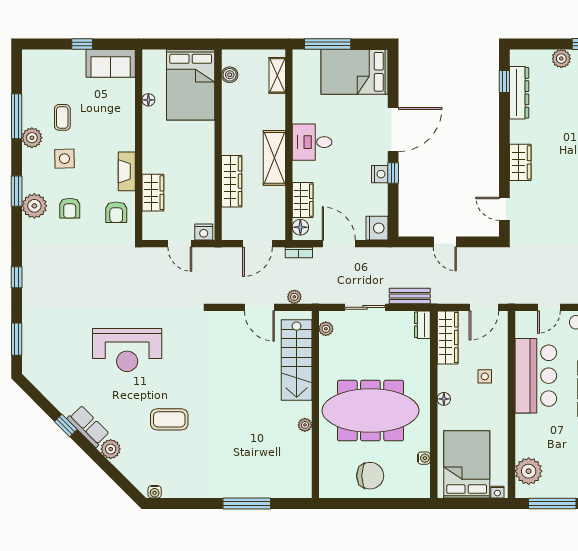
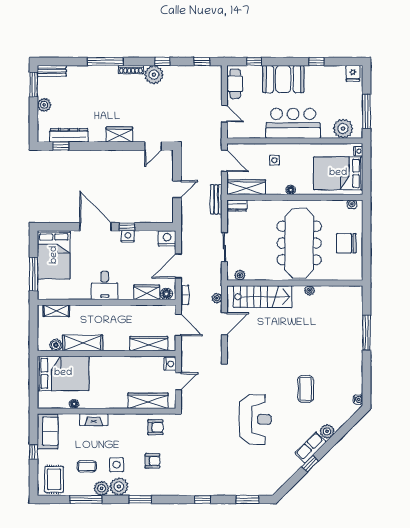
rug: (44, 72) -> (54, 479), added
shelving: (274, 158) -> (83, 343), moved
fireplace: (127, 171) -> (94, 420), moved
wardrobe: (232, 181) -> (149, 344), moved
wardrobe: (153, 193) -> (148, 401), width x1.50
plant: (34, 206) -> (119, 487), moved
bench: (410, 296) -> (216, 199), moved
bar counter: (536, 376) -> (293, 123), moved
water cooler: (424, 458) -> (352, 204), moved
chair: (370, 476) -> (346, 243), turned -90

